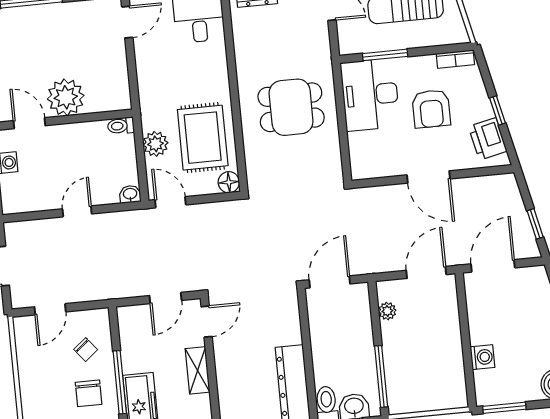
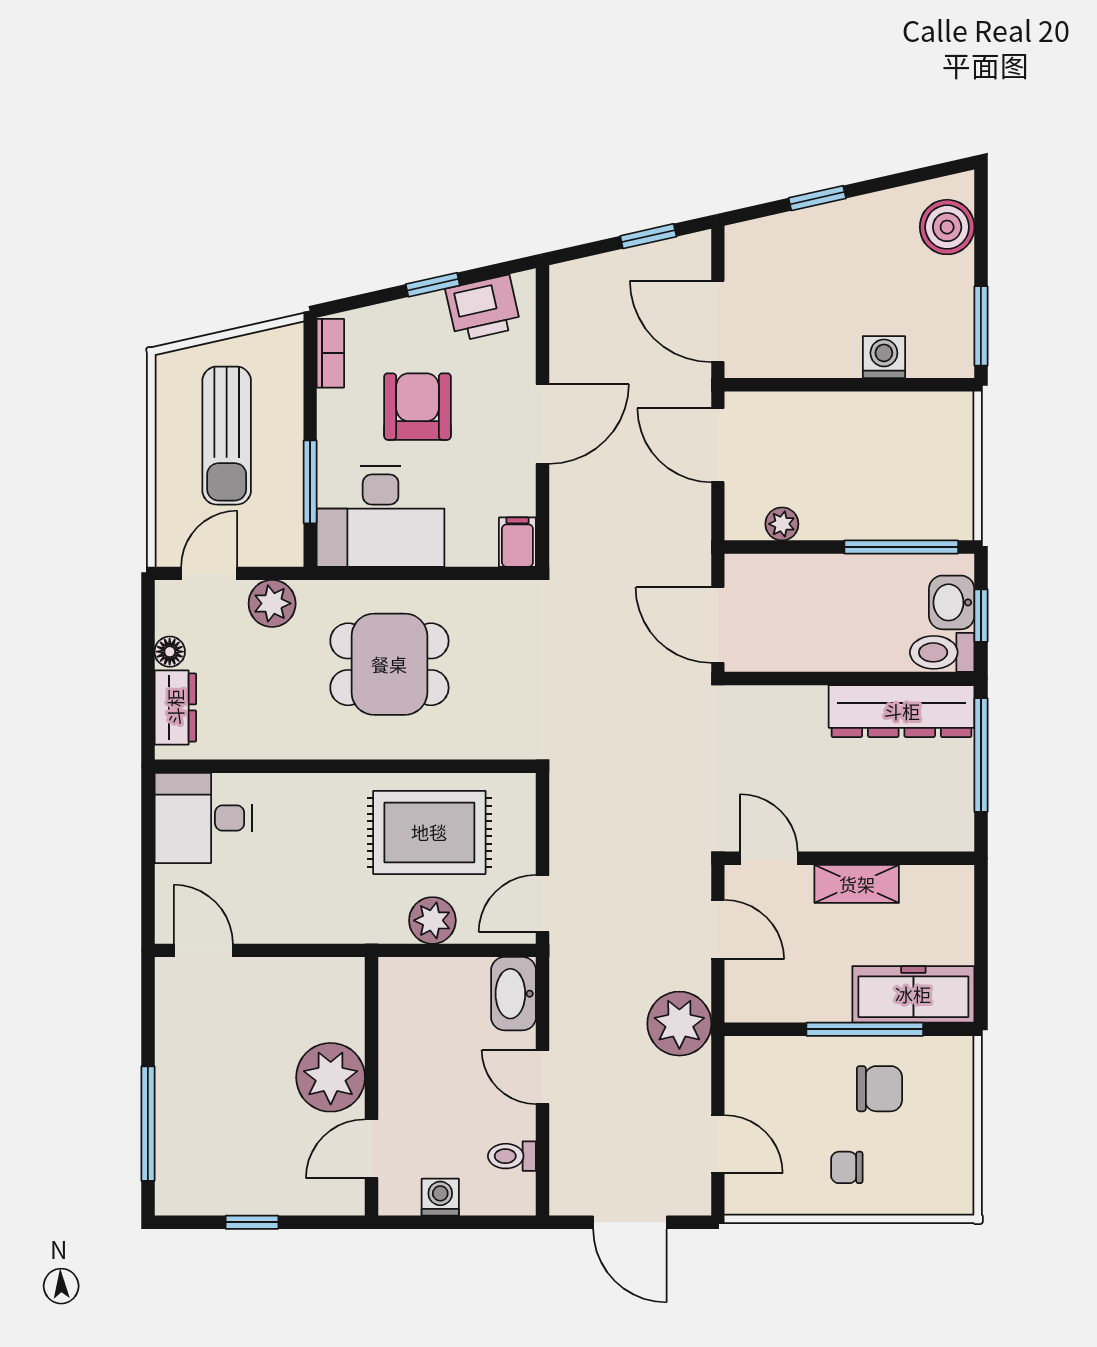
plant: (318, 41) -> (272, 603), added
dining table: (291, 107) -> (389, 664), turned 90
armchair: (431, 109) -> (417, 407), turned -90
toilet: (121, 126) -> (512, 1156), moved, turned 90
filing cabinet: (364, 170) -> (517, 542), added
floor lamp: (229, 182) -> (516, 792), removed
washbasin: (130, 194) -> (514, 994), width x1.91, depth x1.45
plant: (113, 282) -> (679, 1024), added
chair: (86, 350) -> (847, 1167), moved, turned -141

